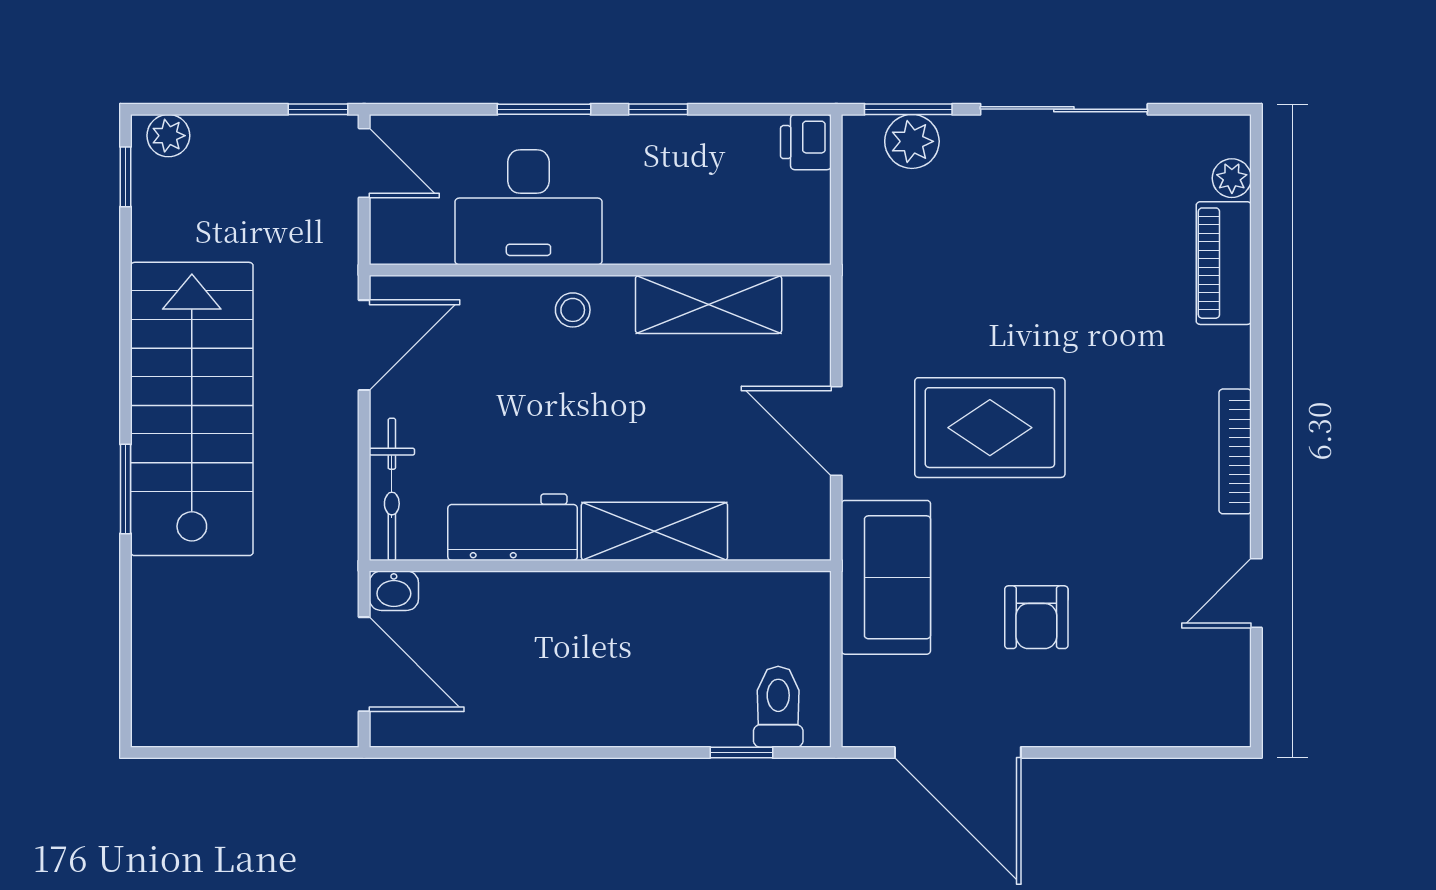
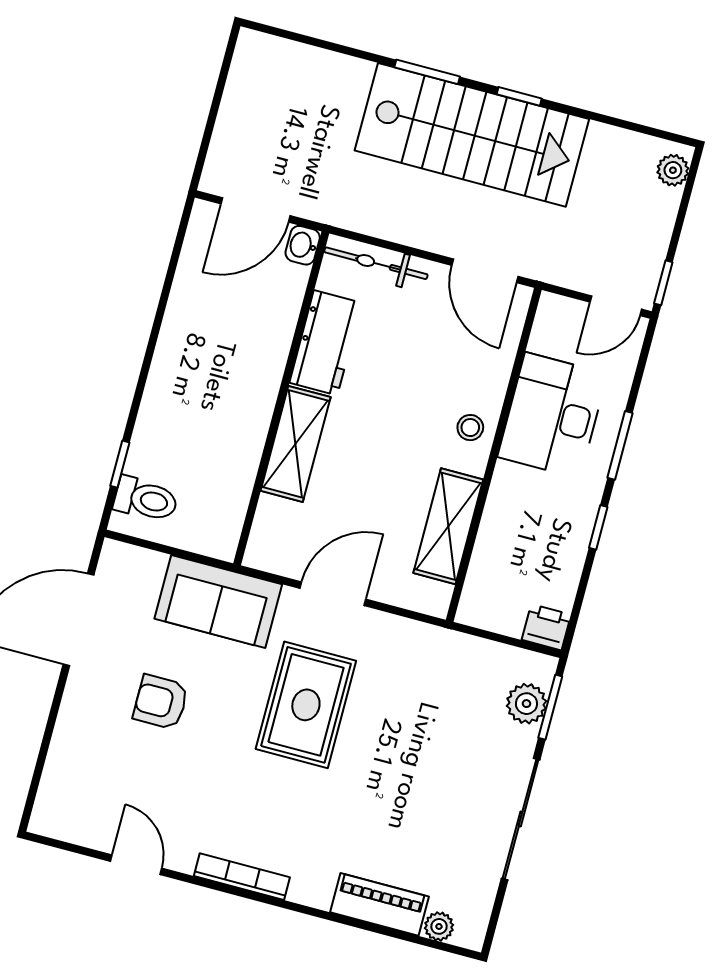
window: (125, 177) -> (519, 96), moved

